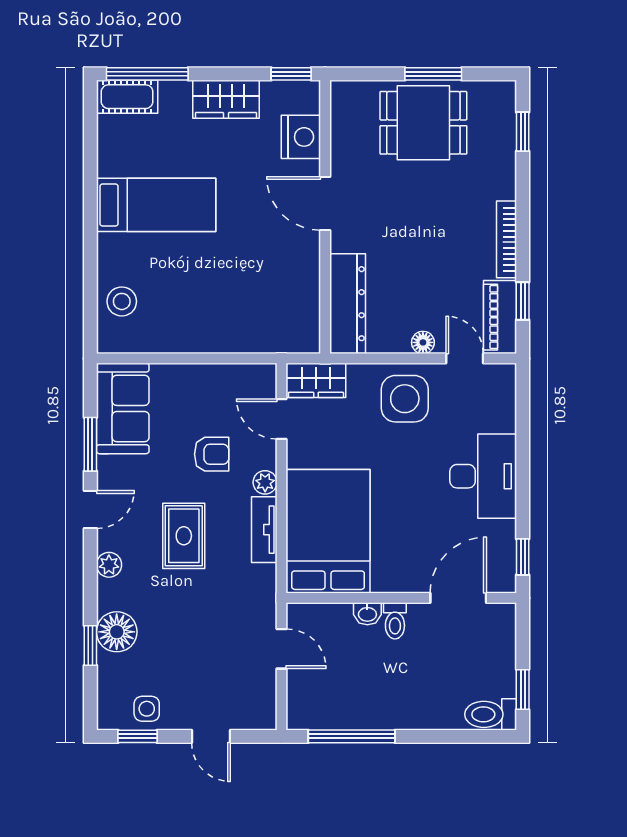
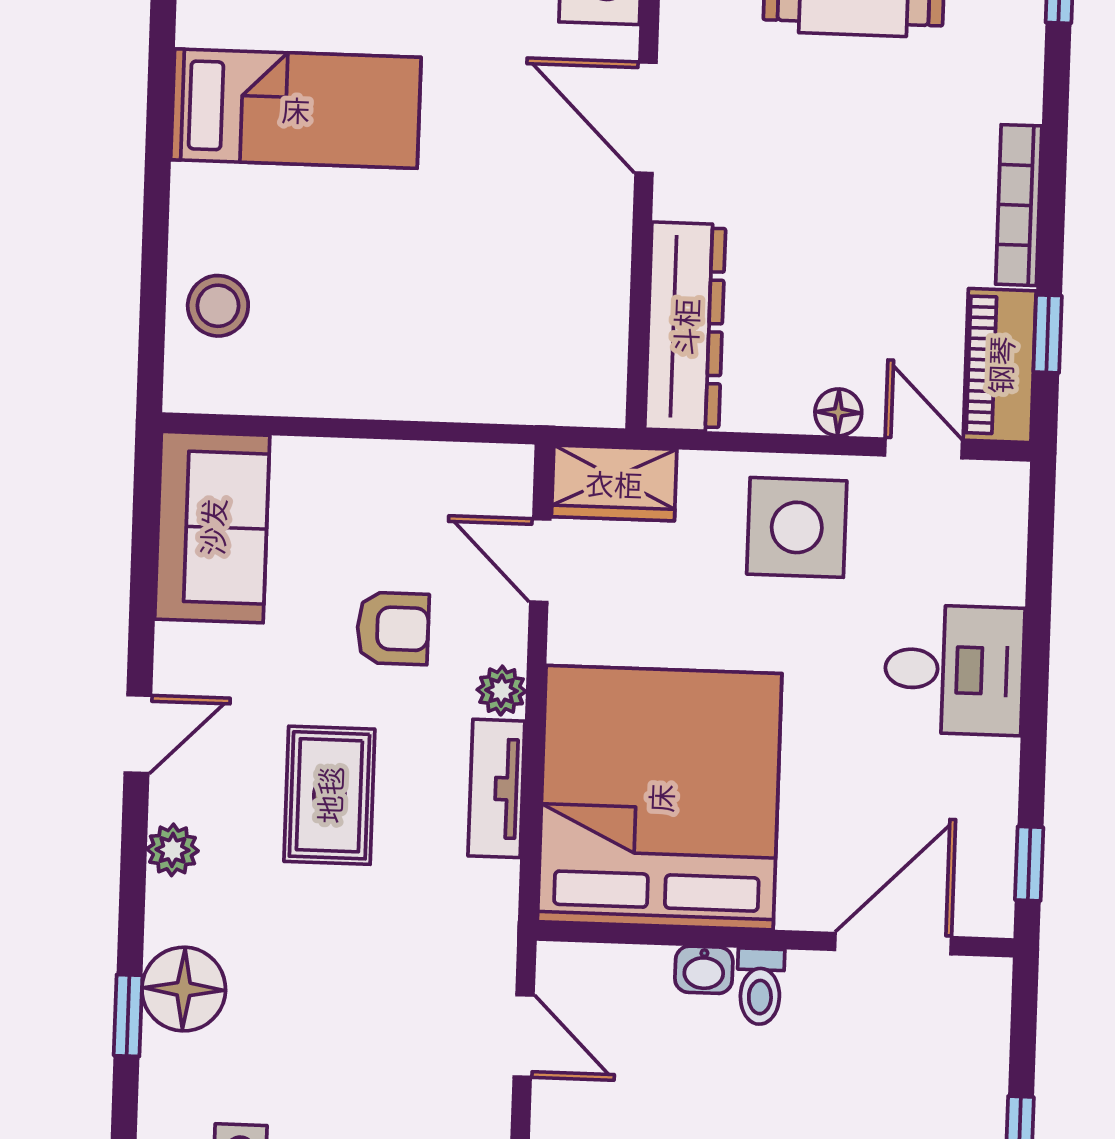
window: (90, 444) -> (143, 599), removed
desk: (483, 476) -> (954, 670), width x0.73
bed: (328, 531) -> (660, 798), width x1.36

